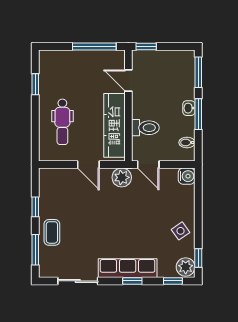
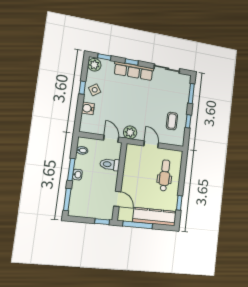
kitchen counter: (114, 125) -> (155, 217), moved, turned -90
water cooler: (187, 176) -> (88, 108), moved
coffee table: (52, 232) -> (172, 121), moved
window: (198, 258) -> (82, 88), moved

